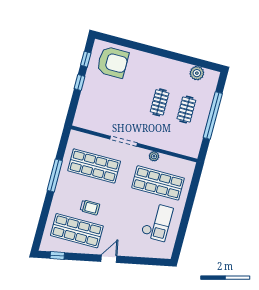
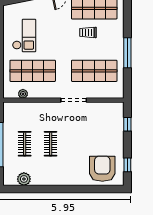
armchair: (113, 62) -> (102, 169), turned 90
window: (79, 83) -> (127, 124), moved
plant: (154, 156) -> (23, 94), moved
checkout: (157, 222) -> (24, 36), turned 180

